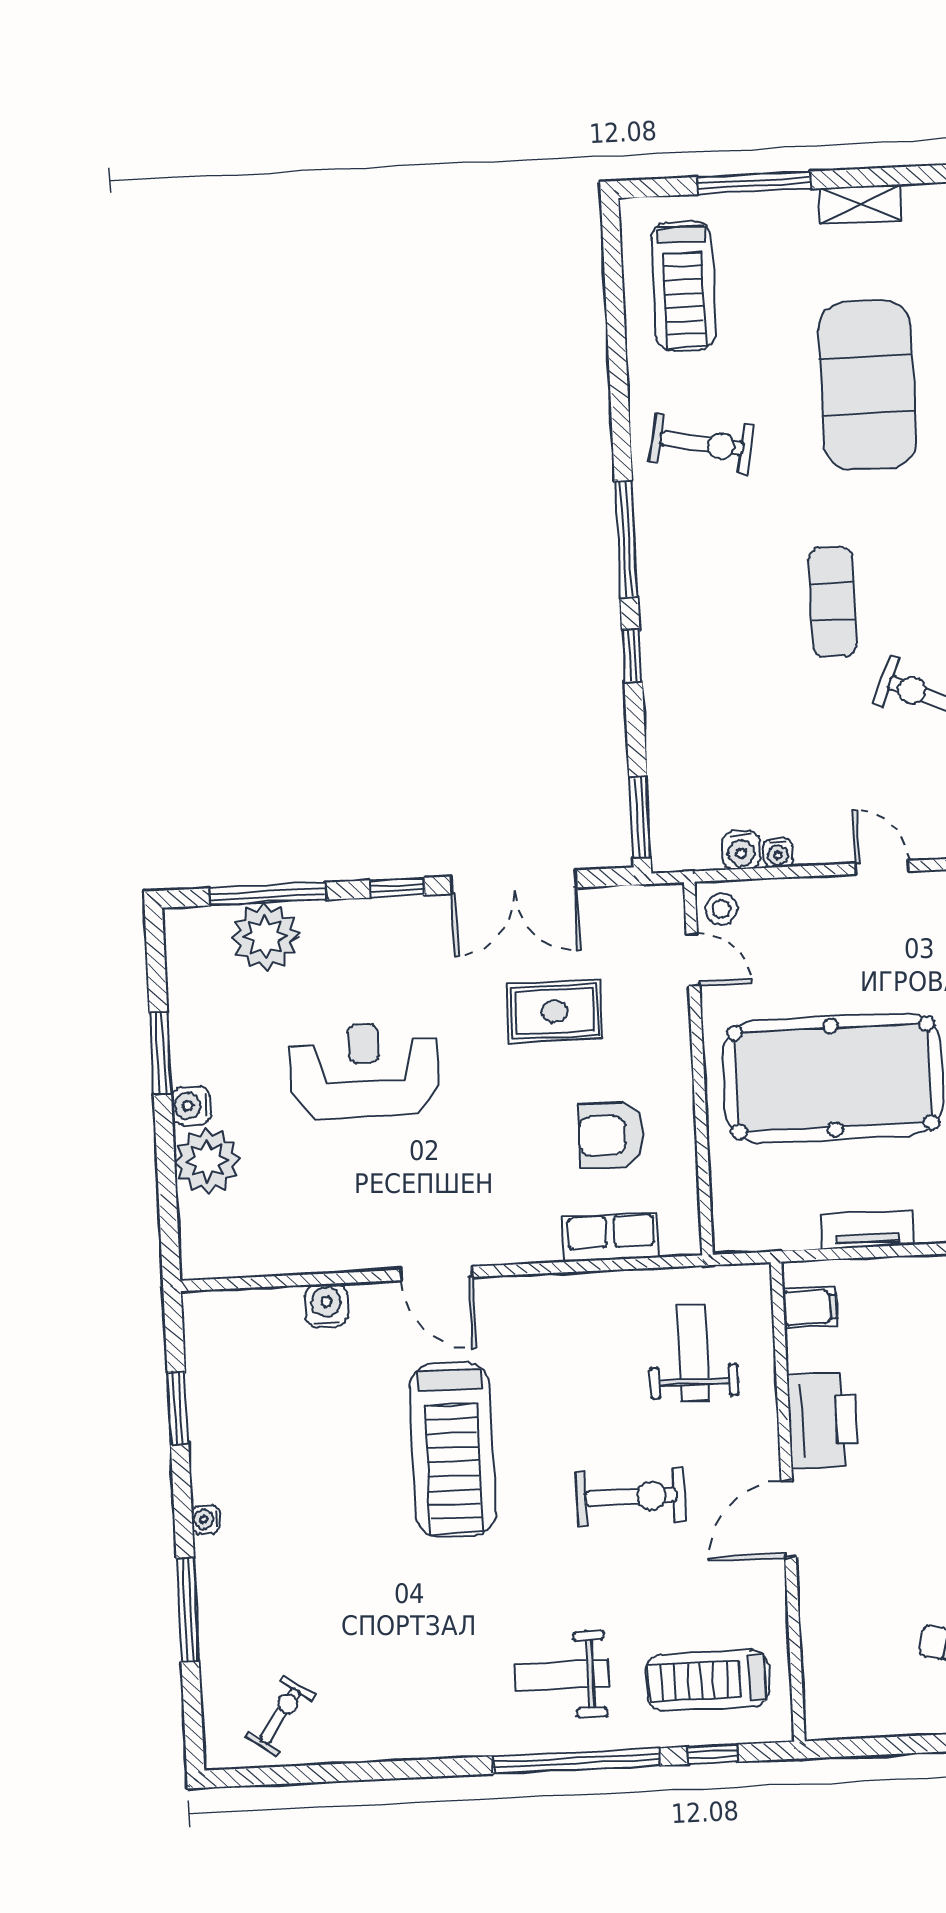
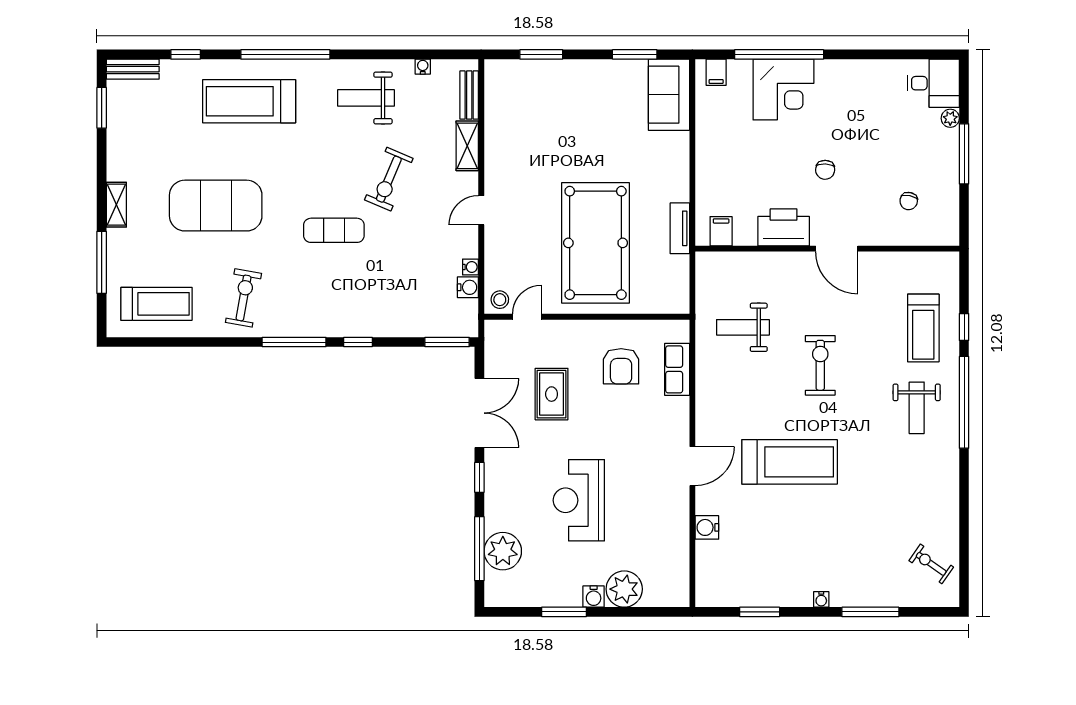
filing cabinet: (810, 1307) -> (721, 231), moved
printer: (823, 1421) -> (784, 227), moved
wall: (788, 1502) -> (827, 249), moved
door: (789, 1519) -> (837, 249), moved

